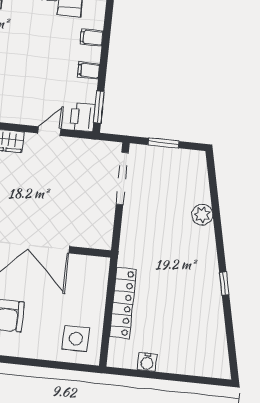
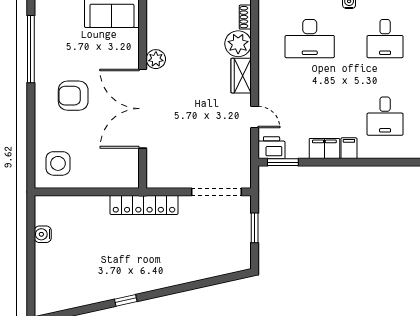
filing cabinet: (89, 70) -> (324, 149), width x2.00
plant: (202, 215) -> (190, 272), removed
locker: (123, 303) -> (144, 205), moved

